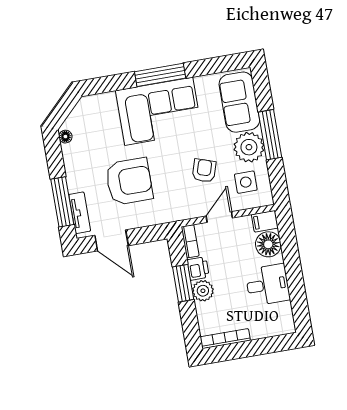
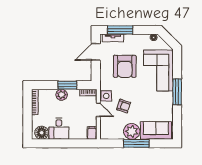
corner sofa: (159, 111) -> (158, 71), moved
side table: (246, 182) -> (106, 96), moved
floor lamp: (268, 244) -> (42, 133), moved
printer: (198, 269) -> (74, 94), removed

